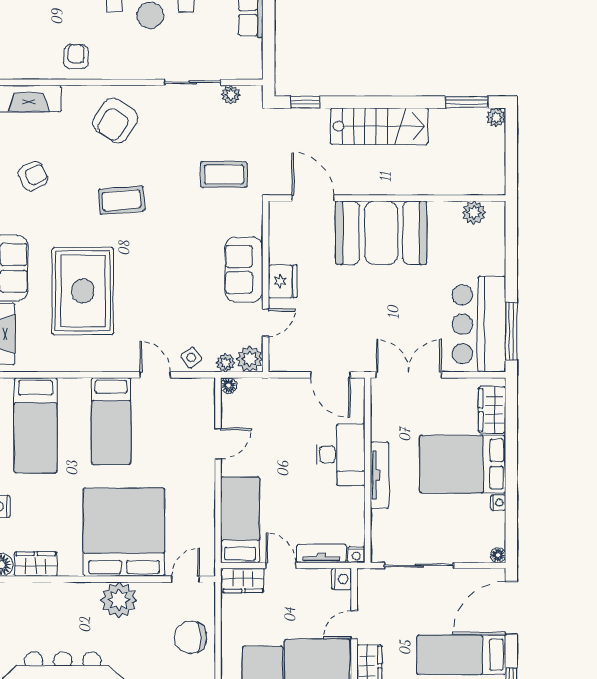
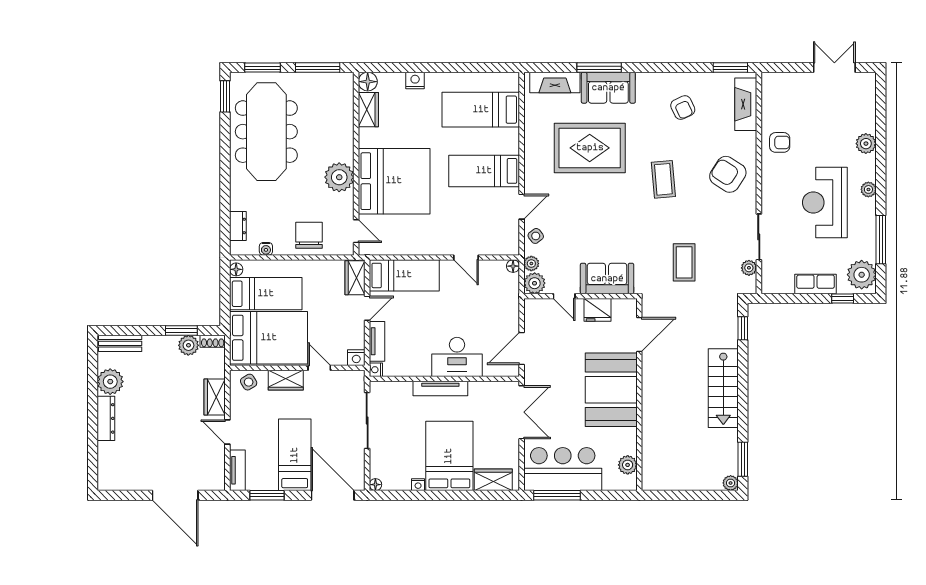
door: (313, 198) -> (639, 335), moved
wall: (387, 198) -> (639, 395), moved
plant: (474, 212) -> (628, 465), moved
booth: (381, 233) -> (611, 390), moved

